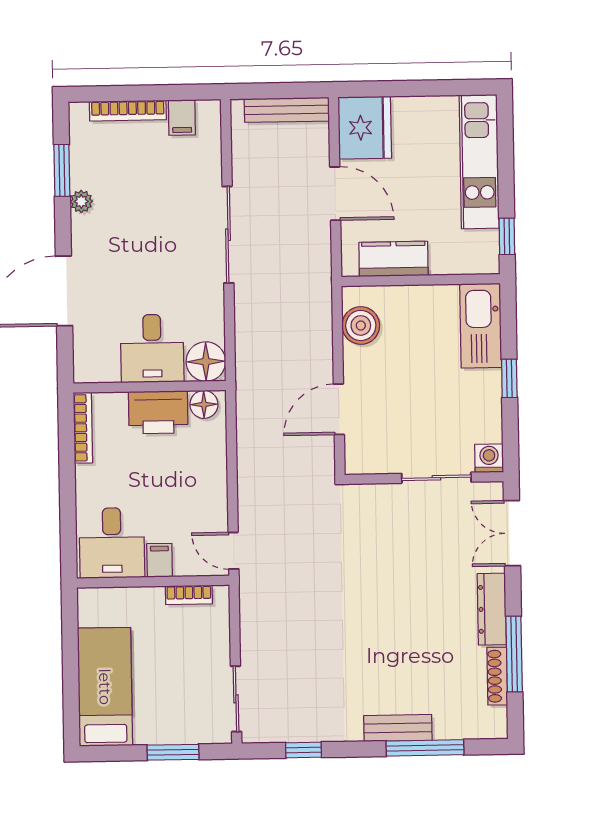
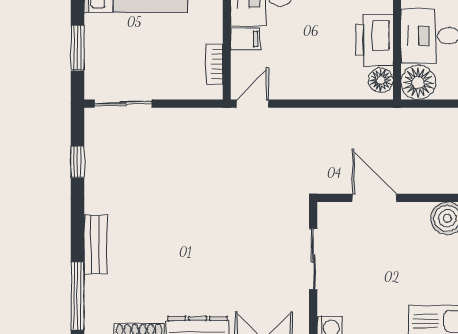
sliding door: (436, 478) -> (313, 259), moved
window: (425, 748) -> (77, 296), moved

